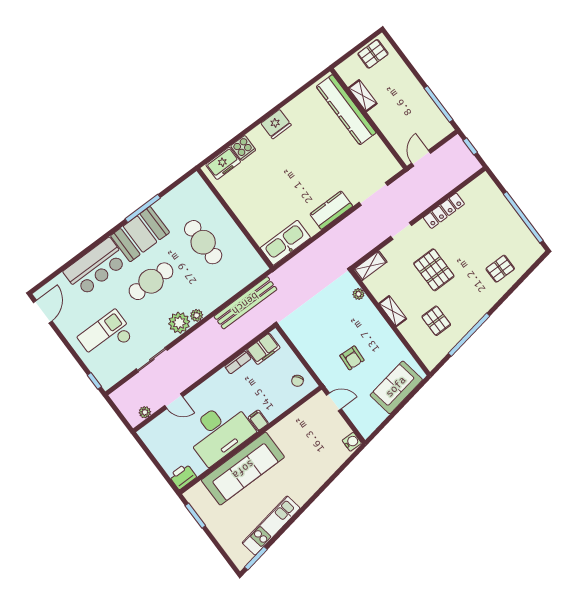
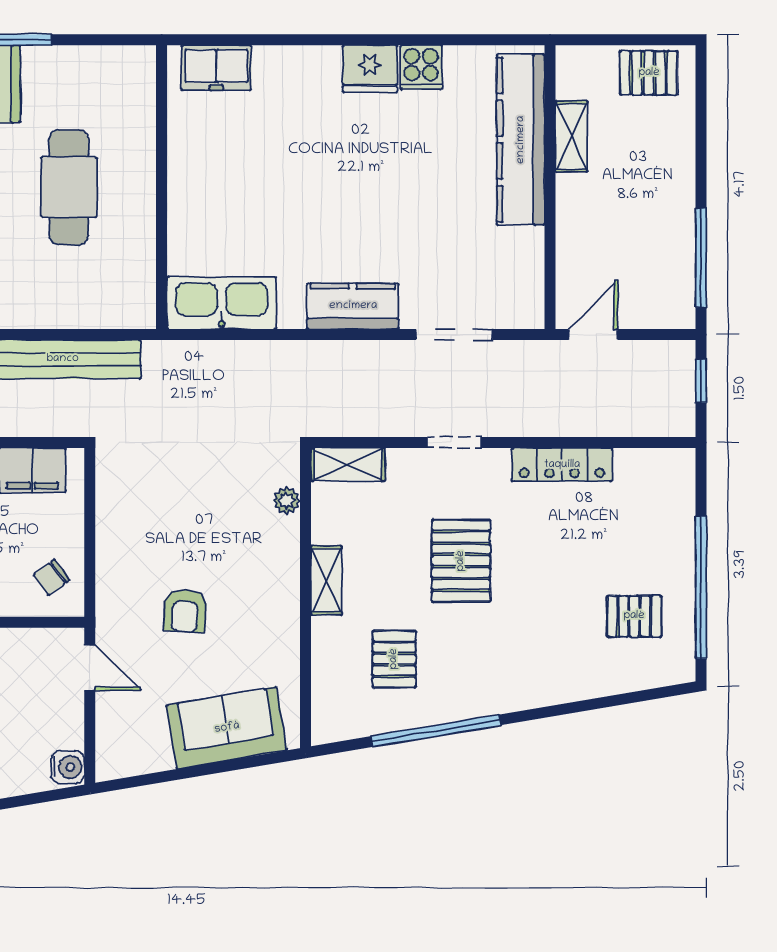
cooker: (243, 148) -> (421, 67), moved
pallet: (500, 269) -> (634, 616), moved

